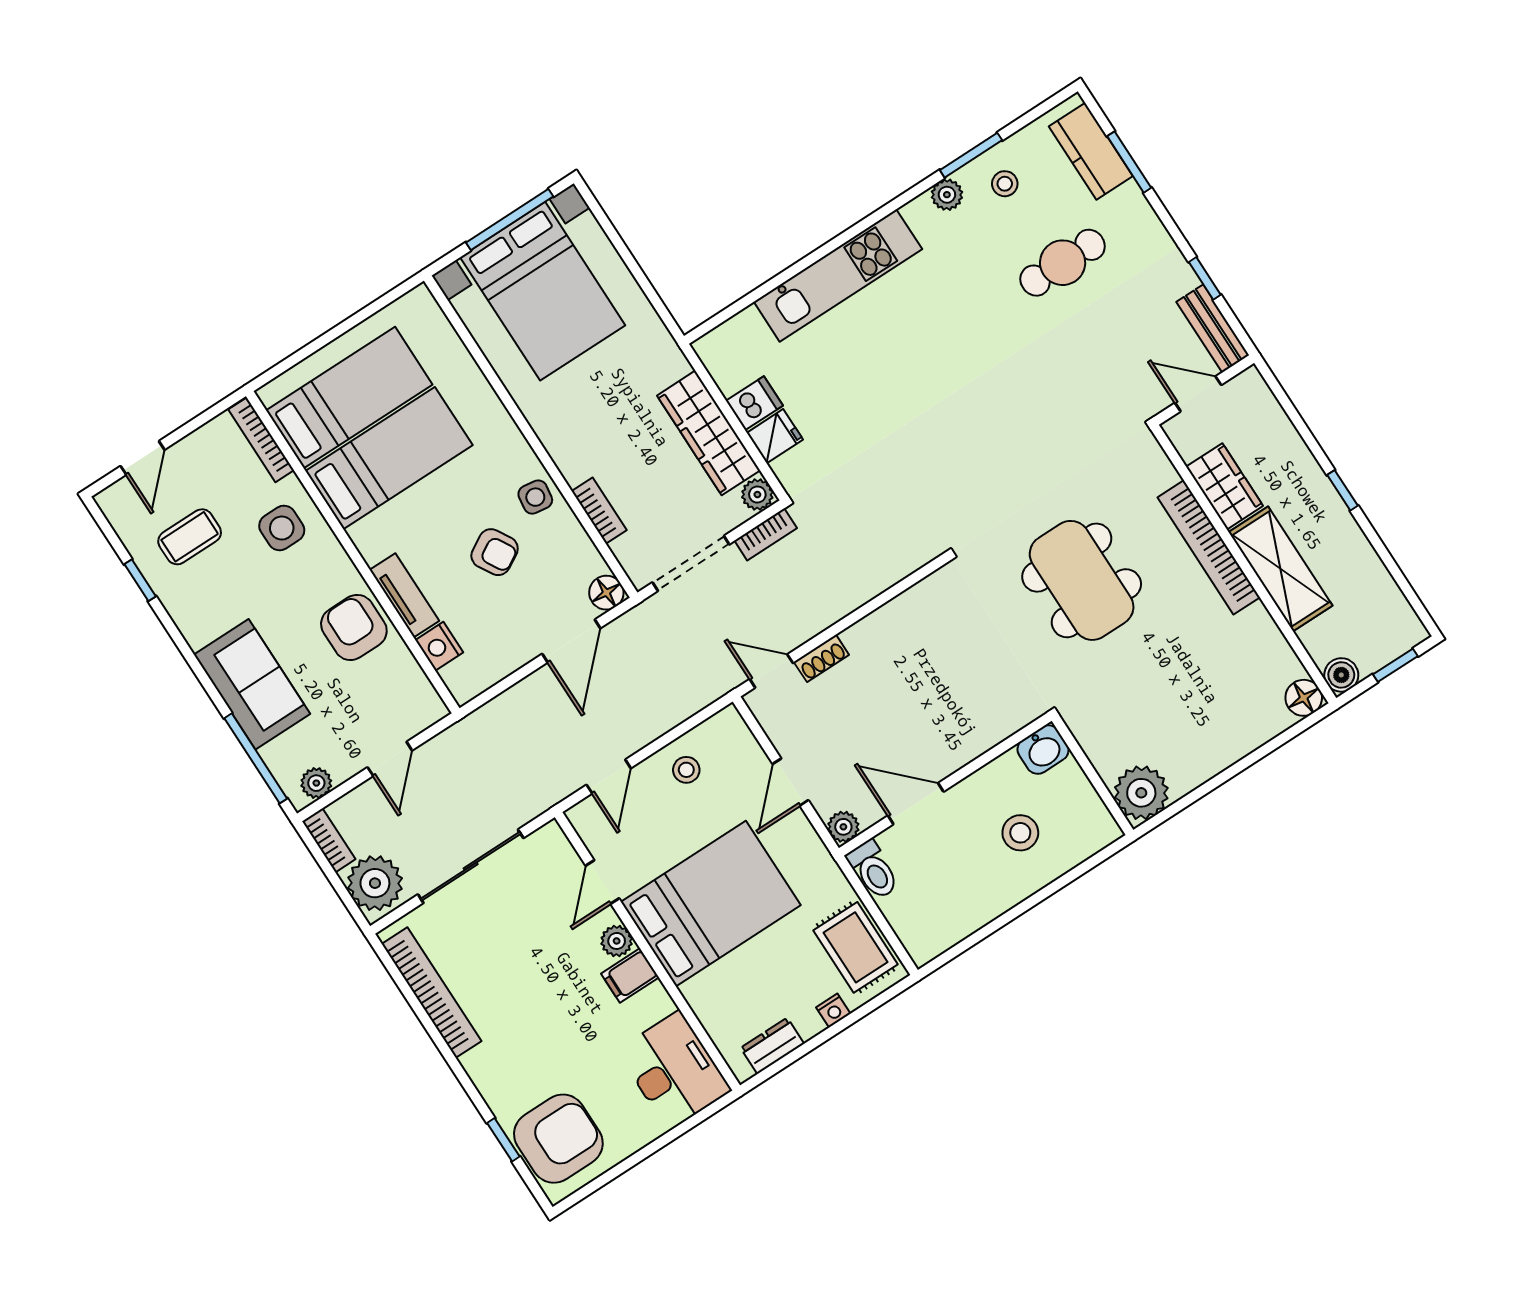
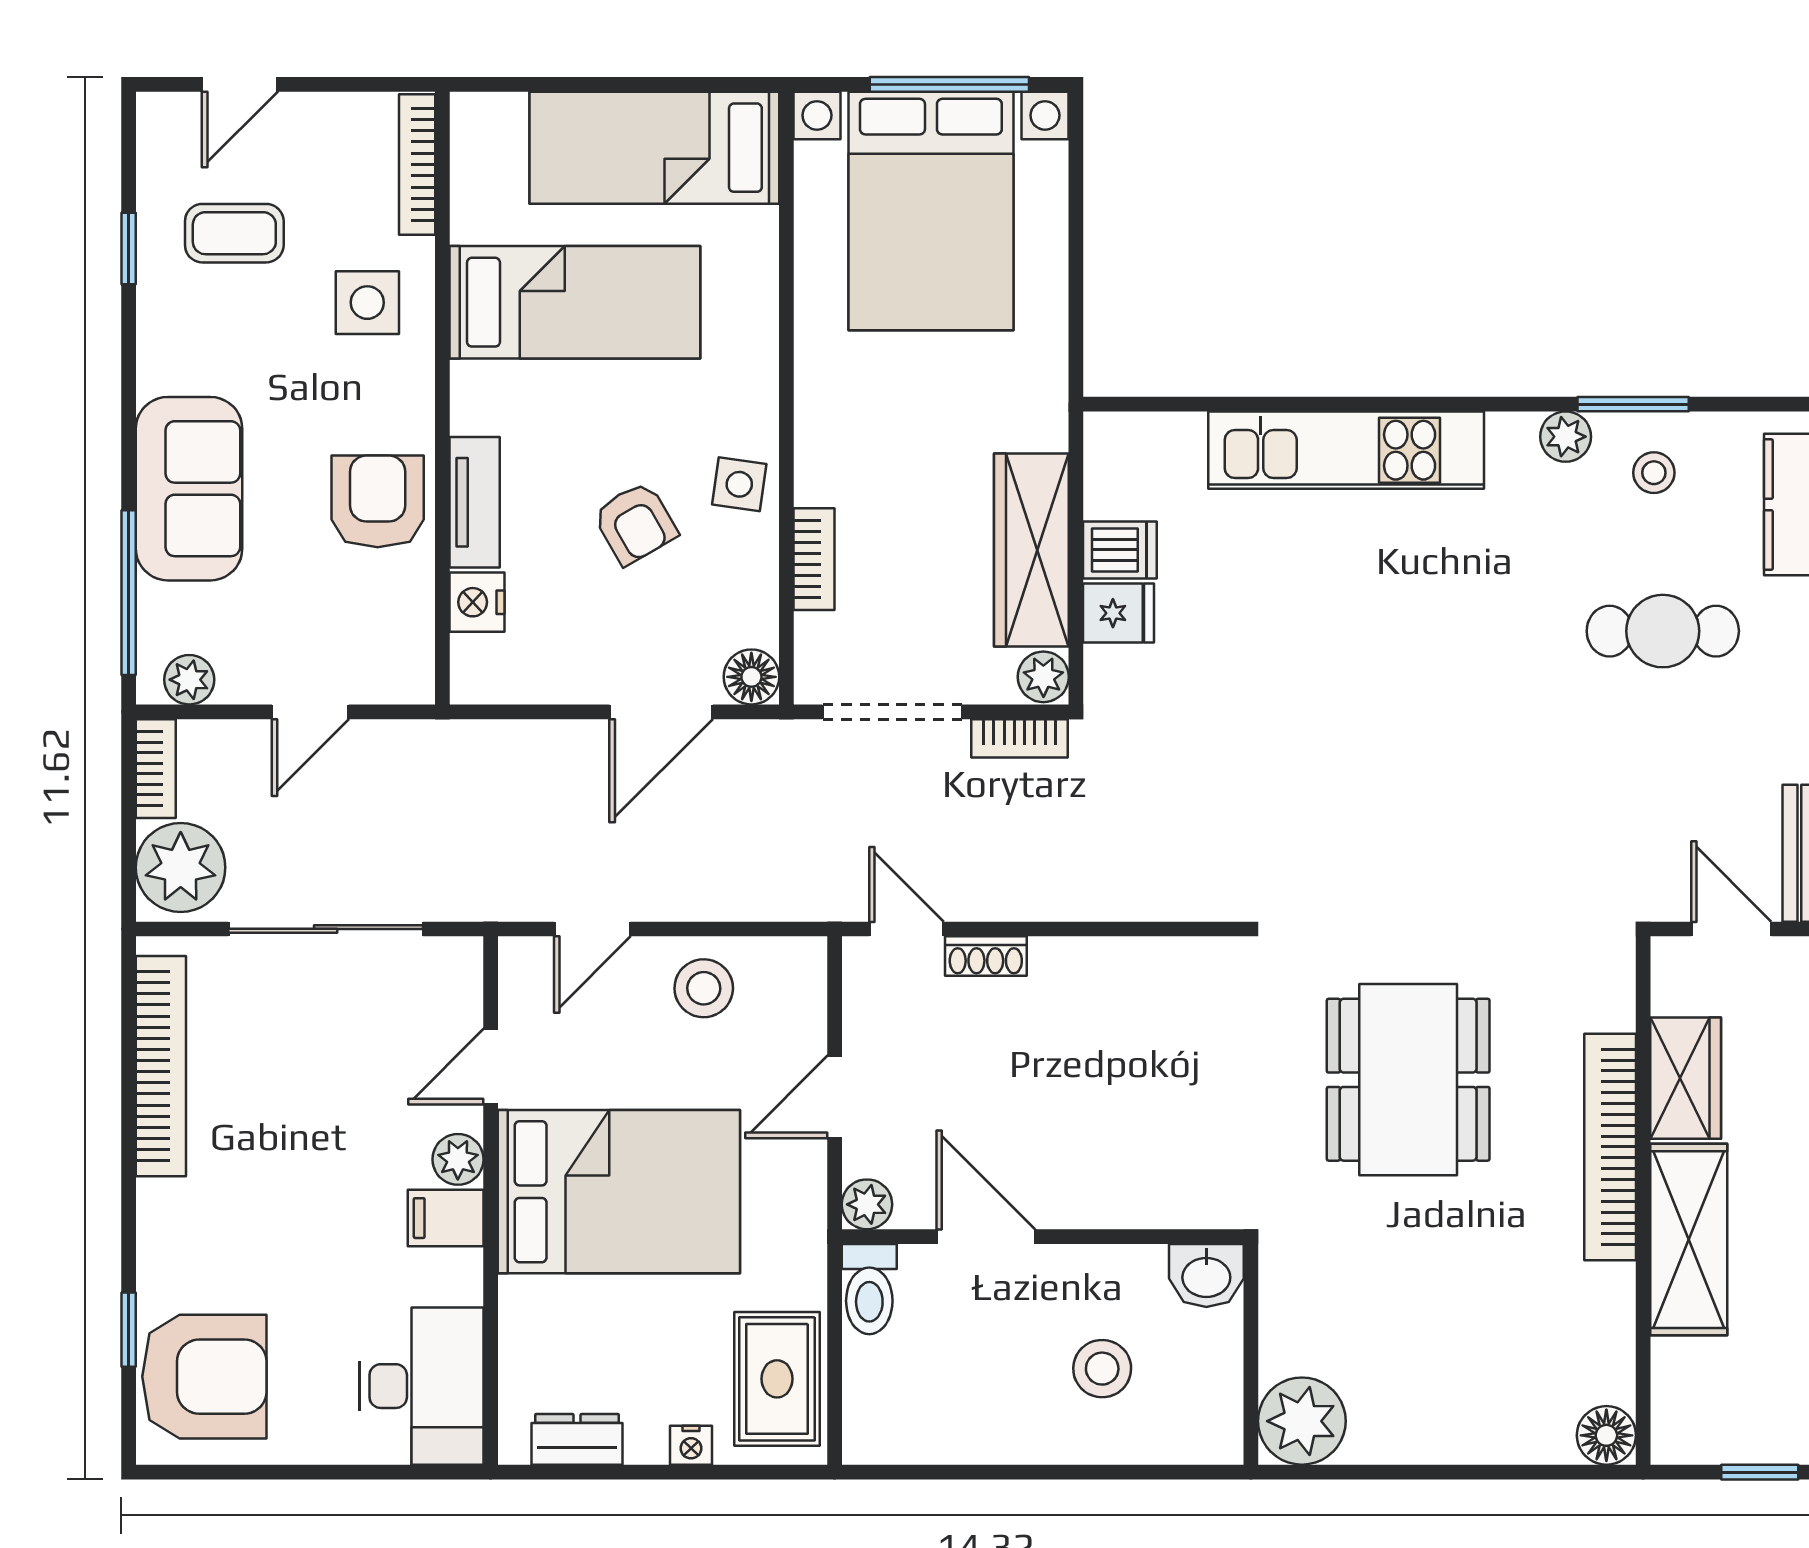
bed: (349, 398) -> (654, 148), moved, turned 180
boiler: (1341, 675) -> (1678, 1437), removed
stool: (686, 770) -> (704, 988), width x1.37, depth x1.37

